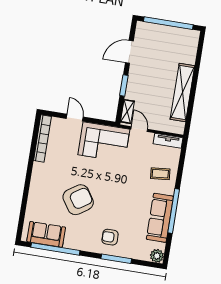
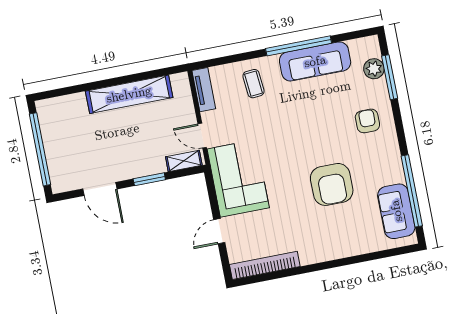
door: (139, 129) -> (202, 136), hinge flipped
armchair: (78, 200) -> (332, 184), turned -146
armchair: (110, 237) -> (367, 121), turned 180
plant: (157, 256) -> (374, 69), moved
window: (116, 259) -> (390, 77), moved

